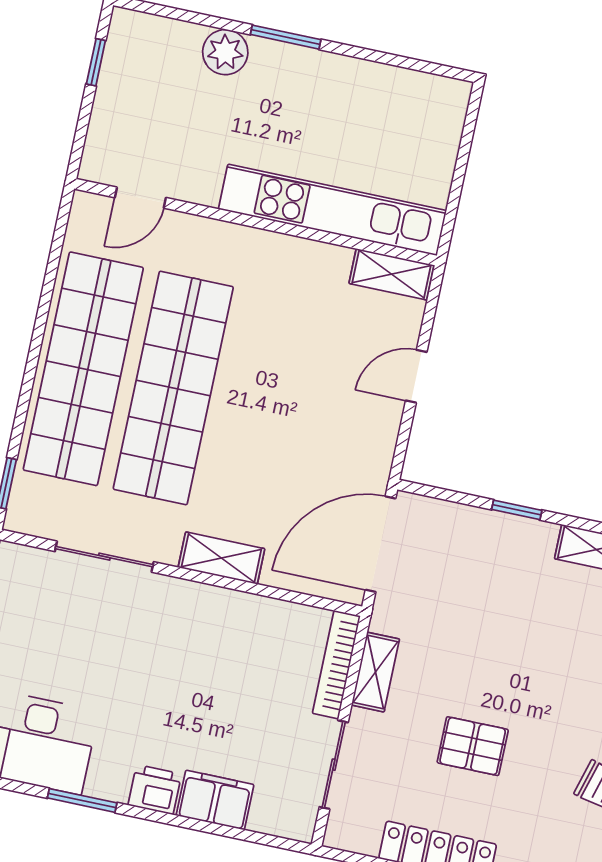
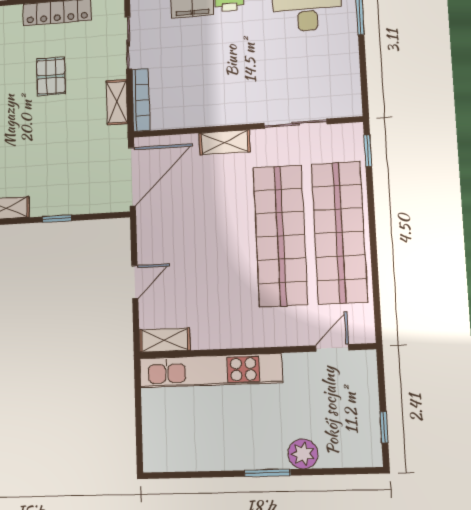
pallet: (473, 746) -> (51, 76), turned 90

